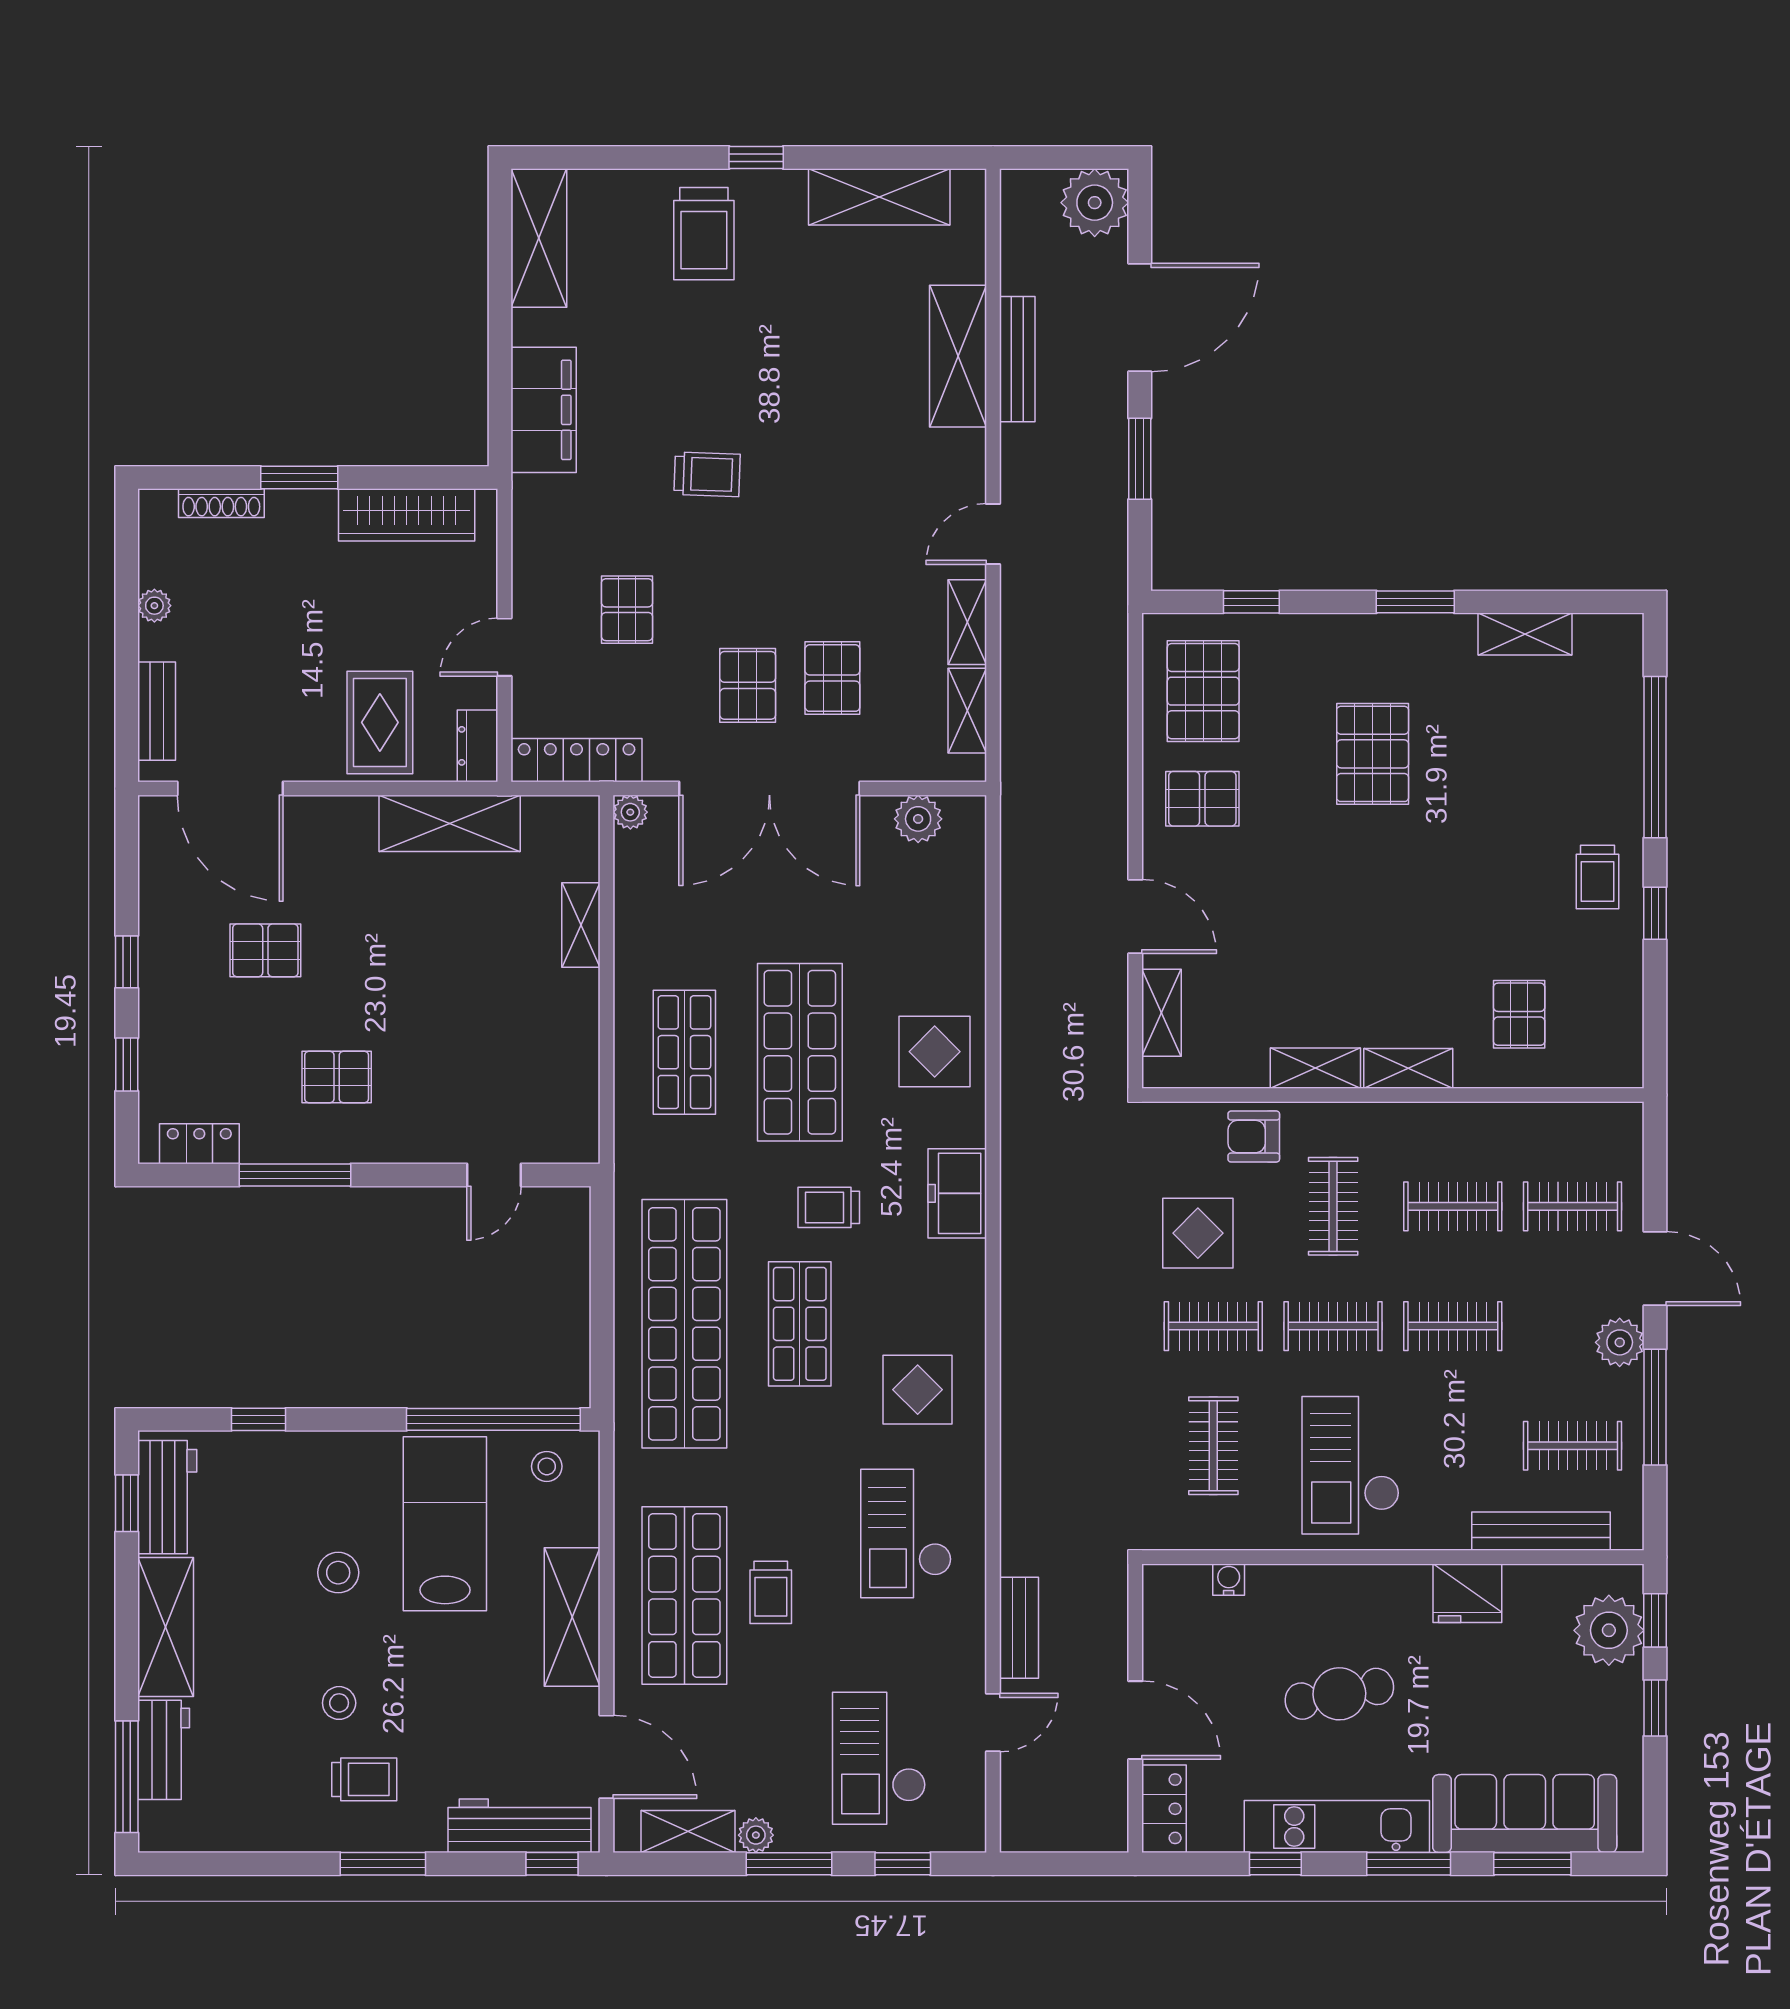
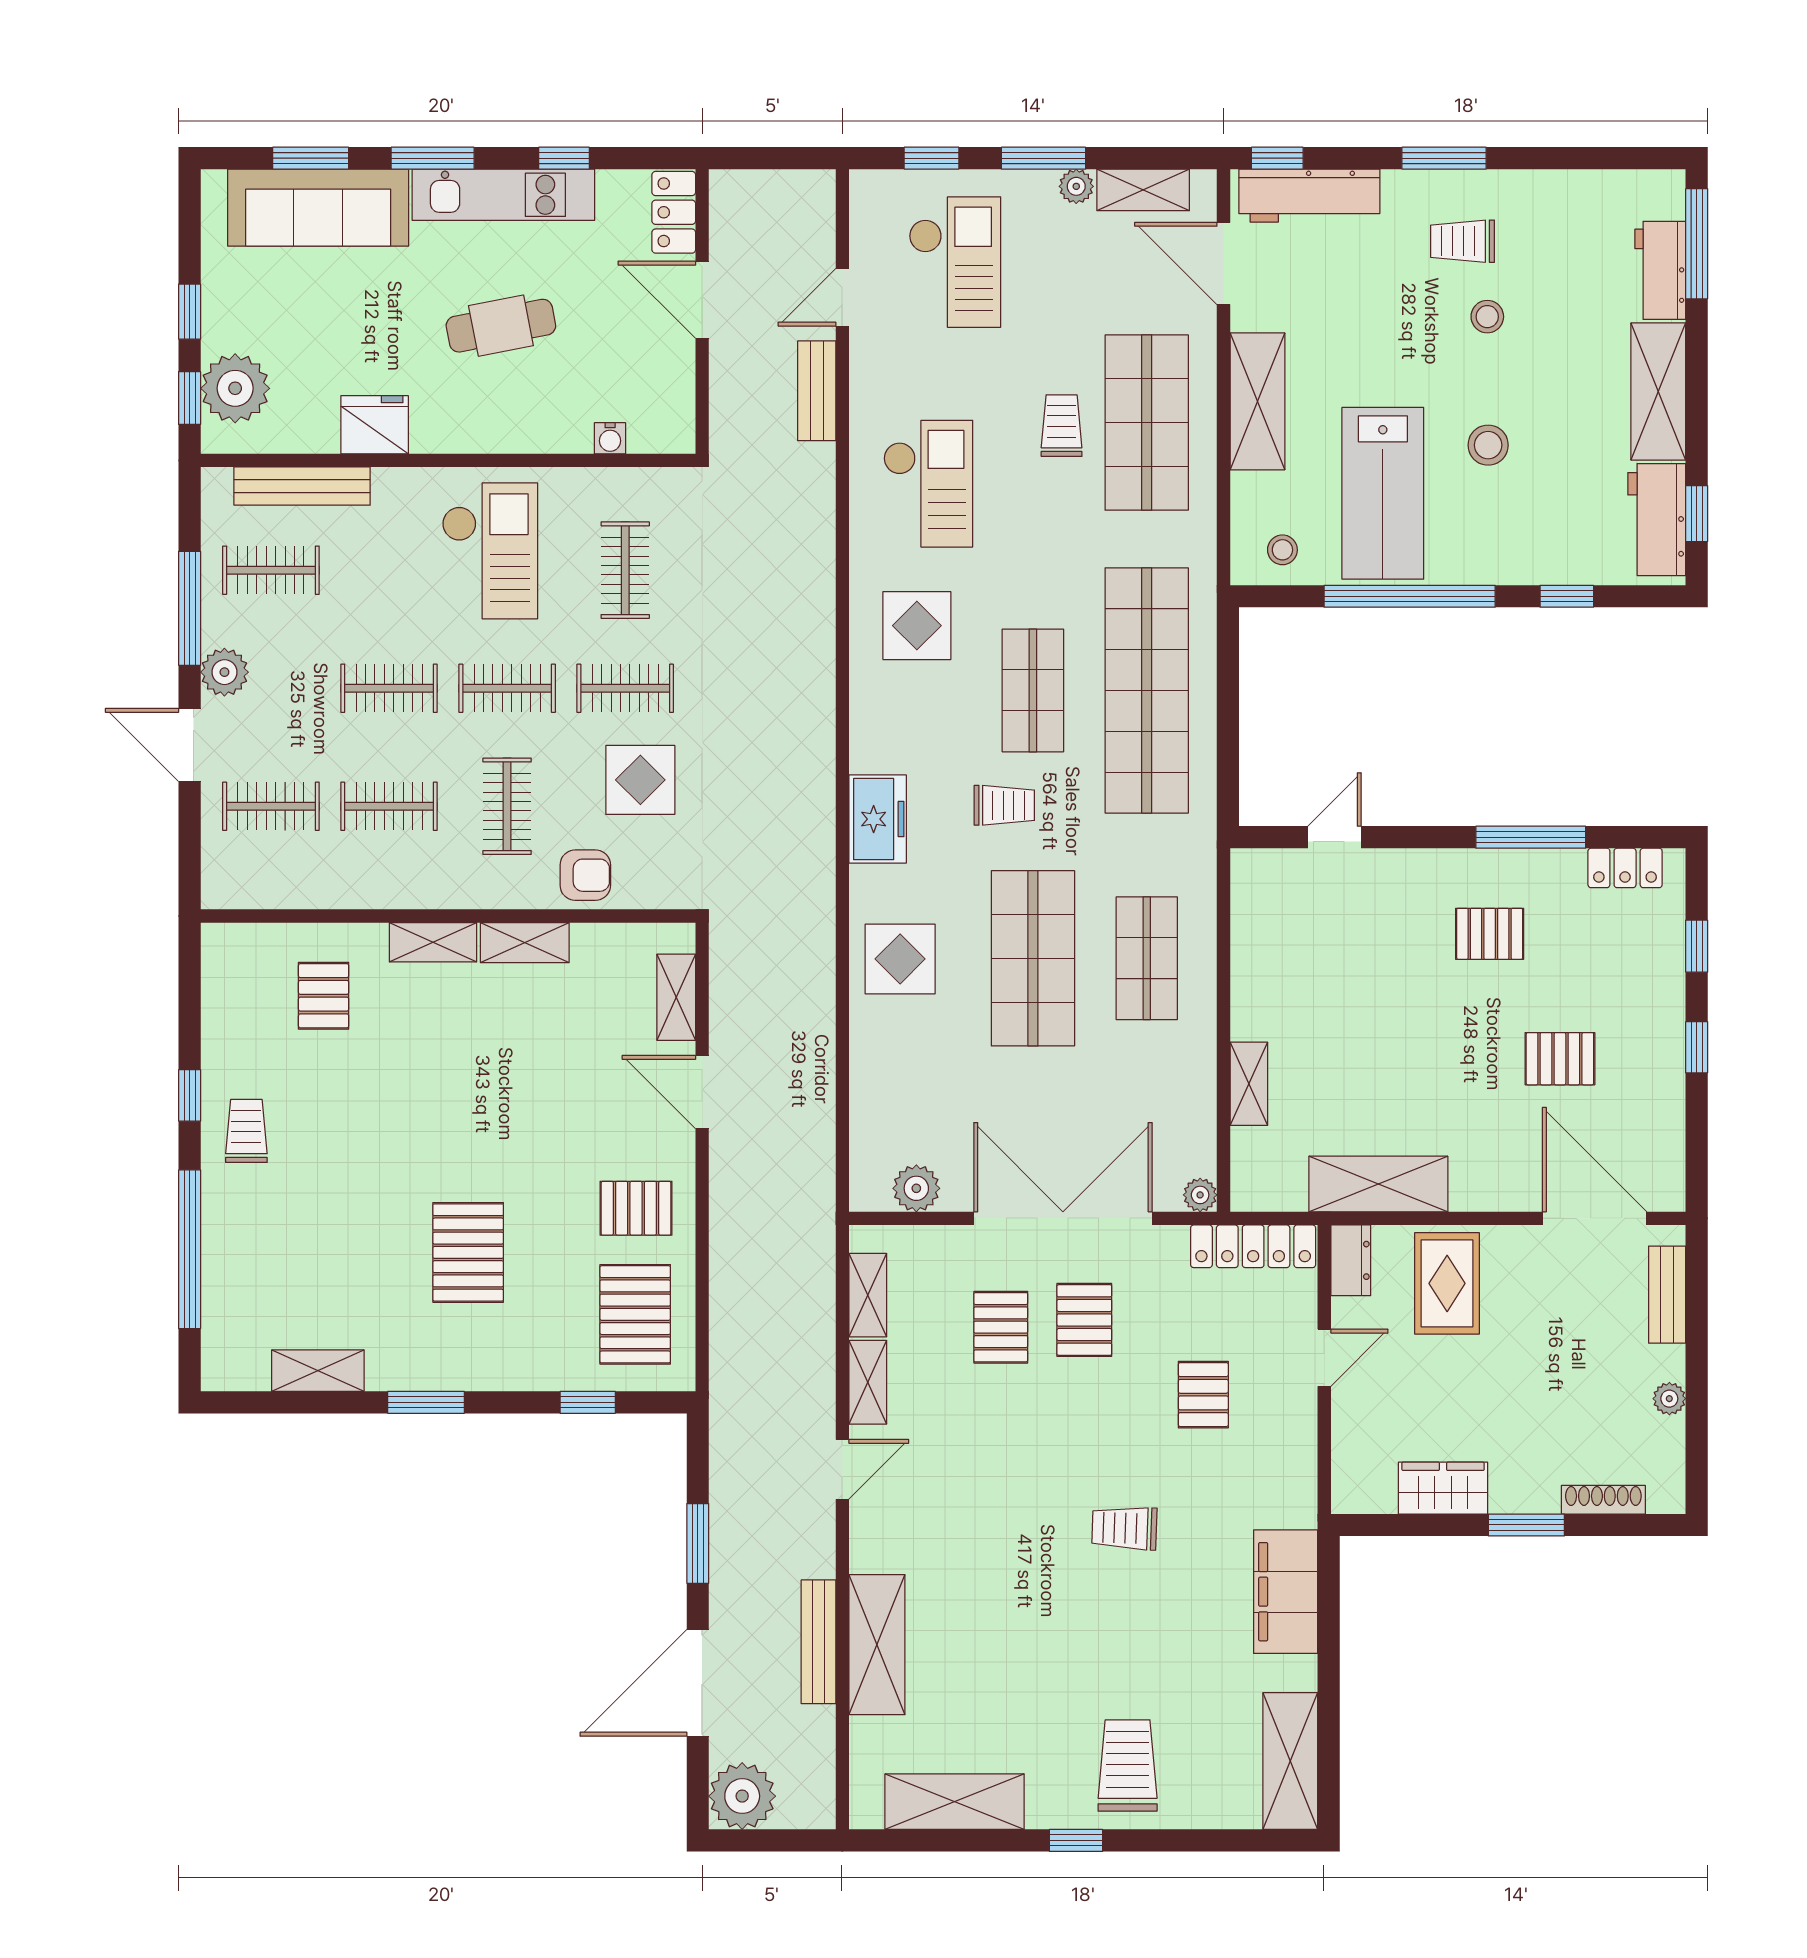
wardrobe: (407, 515) -> (1443, 1488), width x0.67
window: (493, 1419) -> (1410, 596), moved

